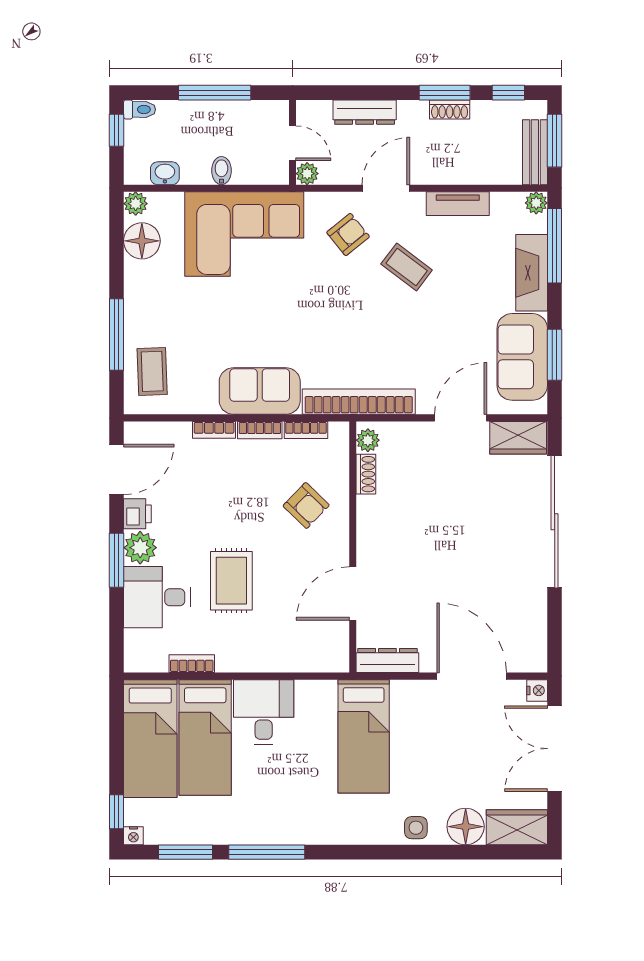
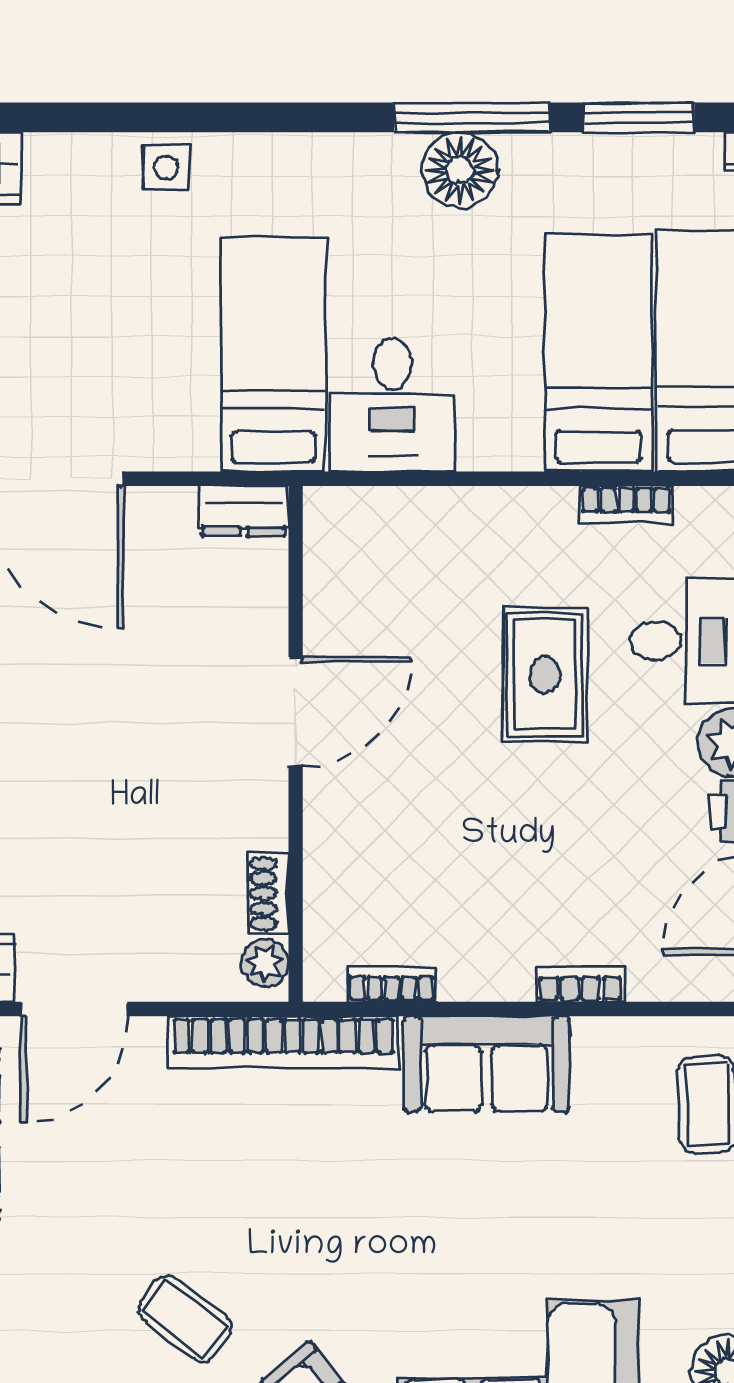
bookcase: (260, 430) -> (486, 984), removed
armchair: (306, 505) -> (391, 829), removed
door: (353, 593) -> (296, 711), moved
dresser: (387, 661) -> (244, 511), width x0.70
desk: (264, 712) -> (392, 405), moved
floor lamp: (466, 827) -> (460, 170), moved

